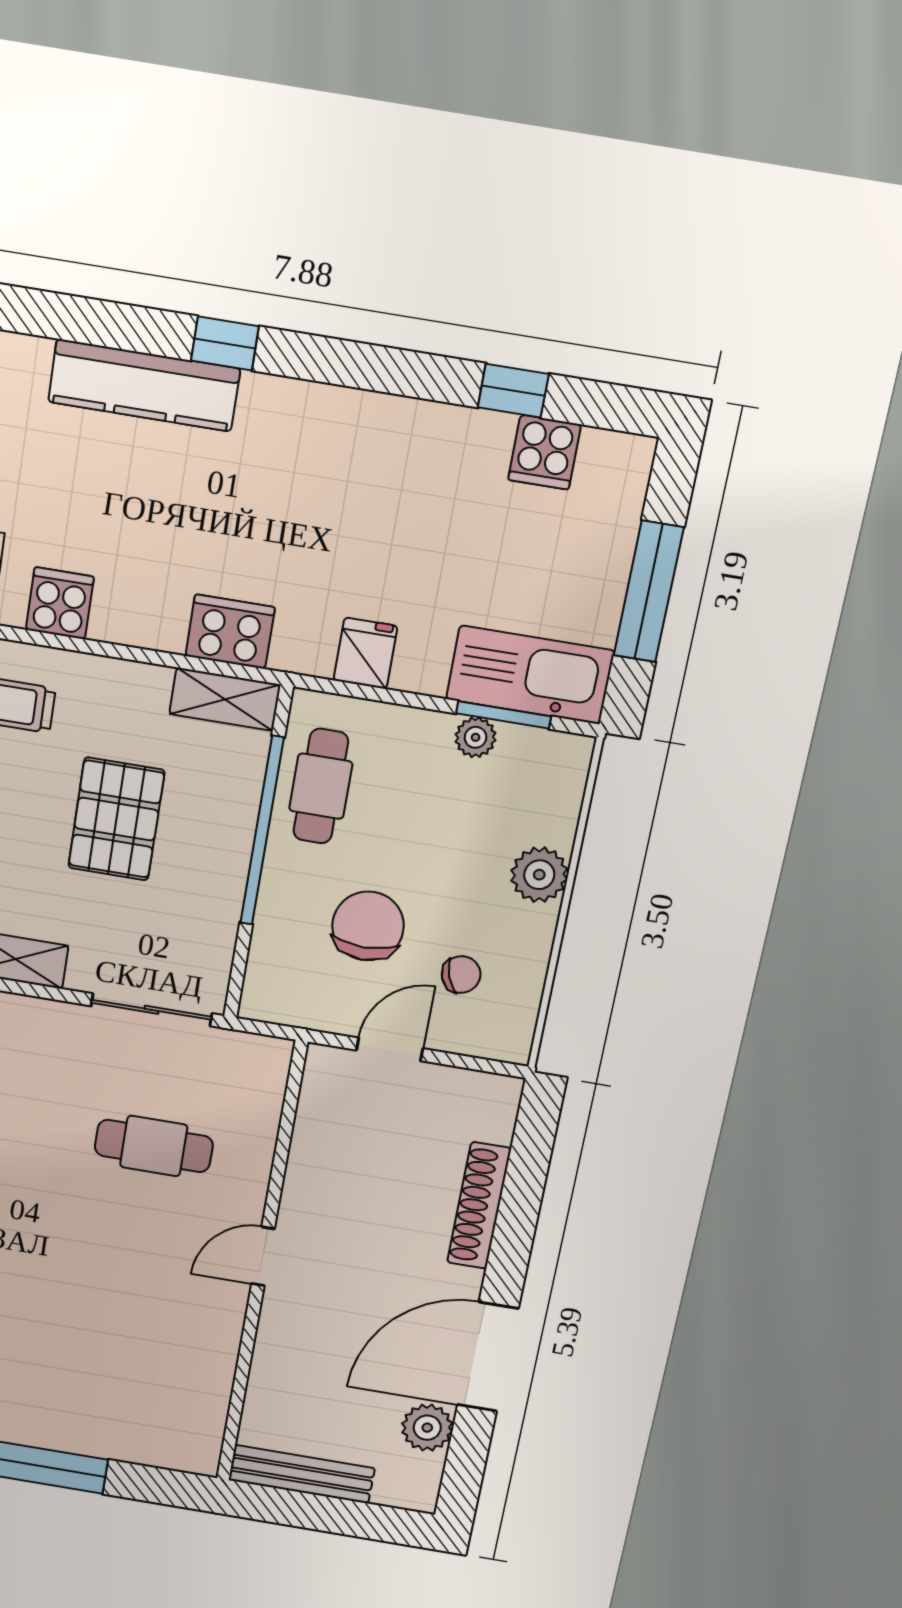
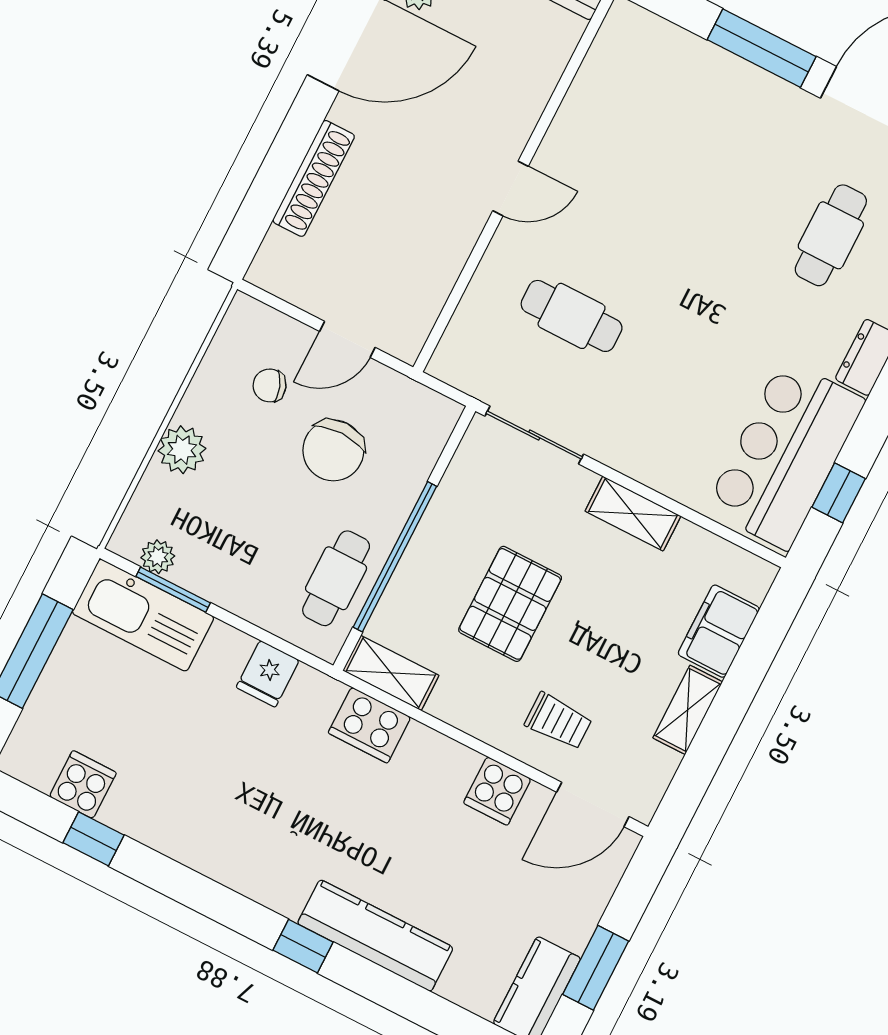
plant: (476, 737) -> (158, 557), moved

